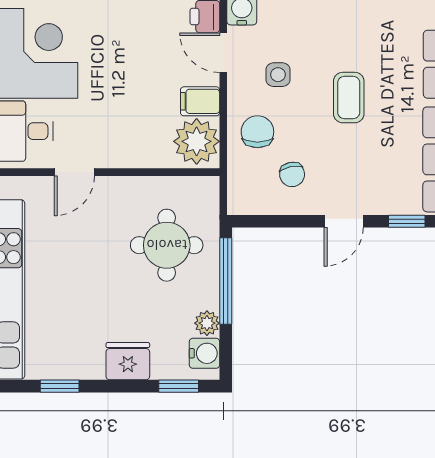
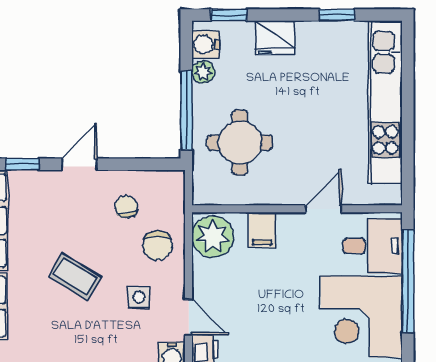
coffee table: (349, 98) -> (75, 276), turned -59
filing cabinet: (200, 101) -> (262, 230), moved, turned 90

